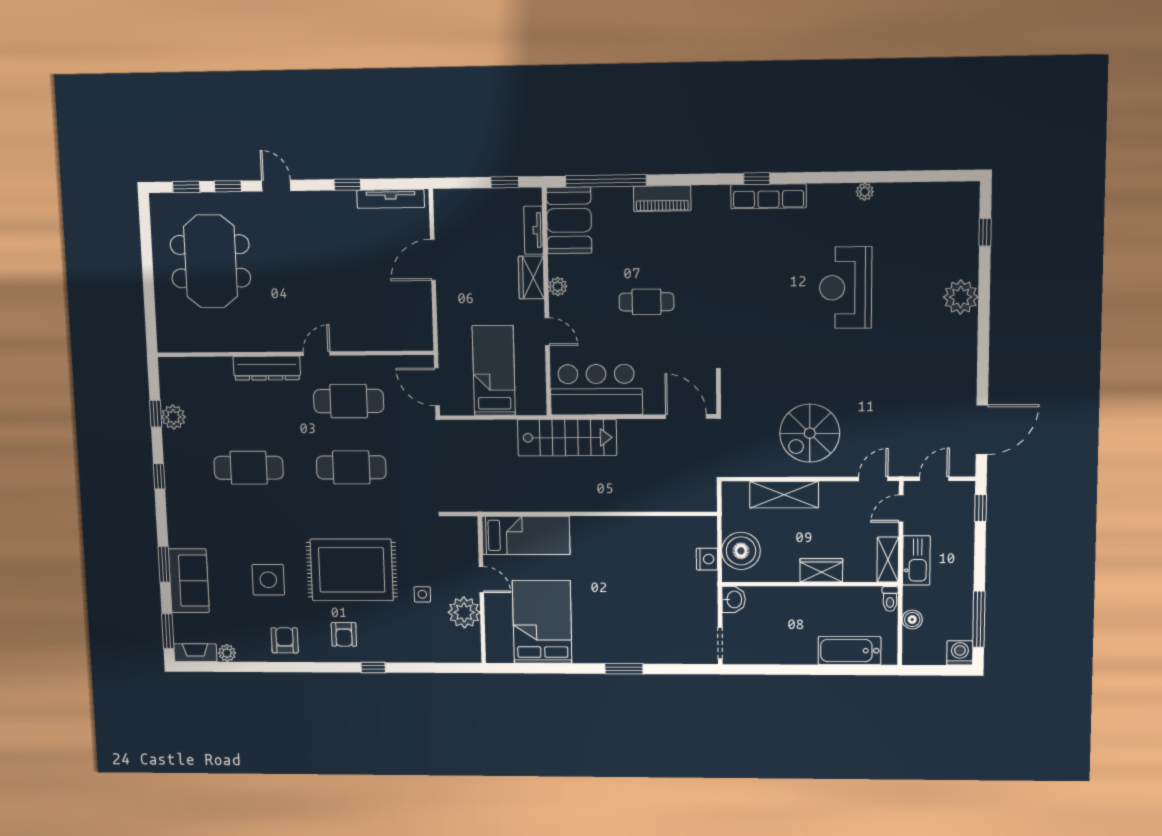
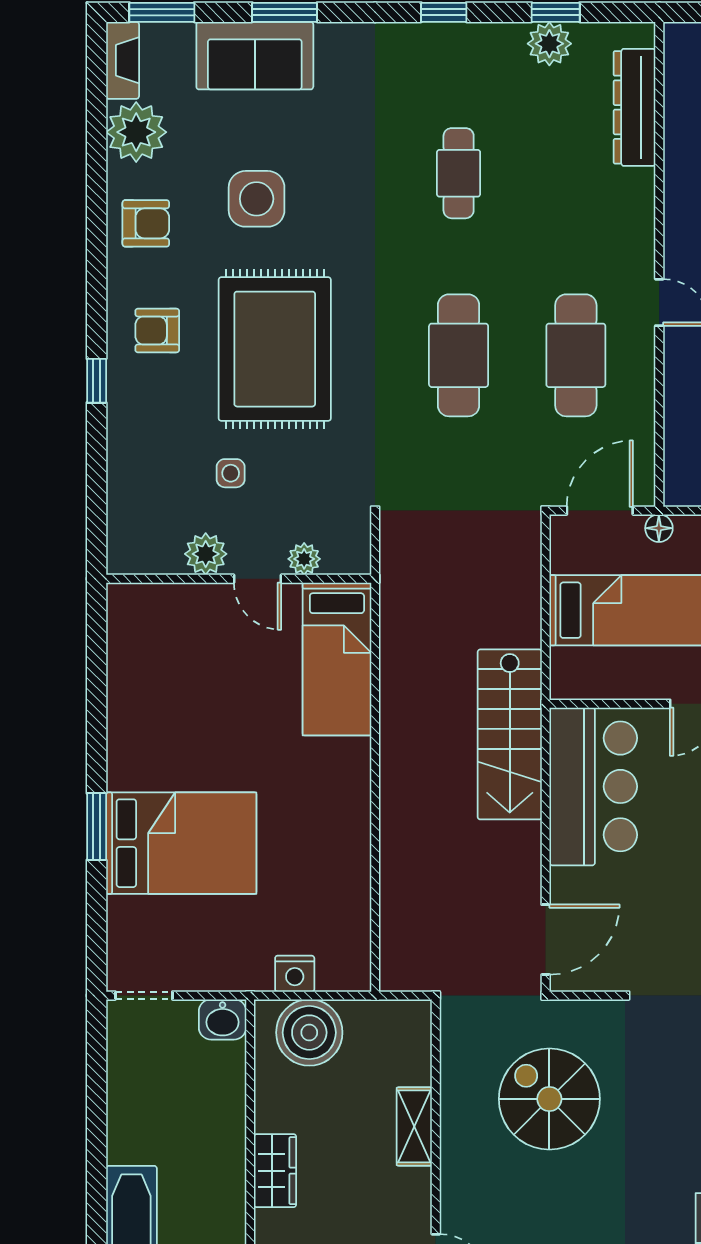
floor lamp: (446, 353) -> (659, 528), added
dresser: (267, 368) -> (635, 107), moved
spiral stairs: (810, 433) -> (549, 1099), moved
cafe table: (249, 468) -> (459, 173), width x0.73, depth x0.74
shelving: (784, 495) -> (414, 1126), width x0.67, depth x0.75
plant: (469, 554) -> (304, 559), added
door: (481, 580) -> (258, 579), hinge flipped
plant: (464, 612) -> (206, 554), width x0.73, depth x0.73
bed: (542, 622) -> (181, 843), moved
plant: (227, 653) -> (136, 132), width x1.87, depth x1.87

